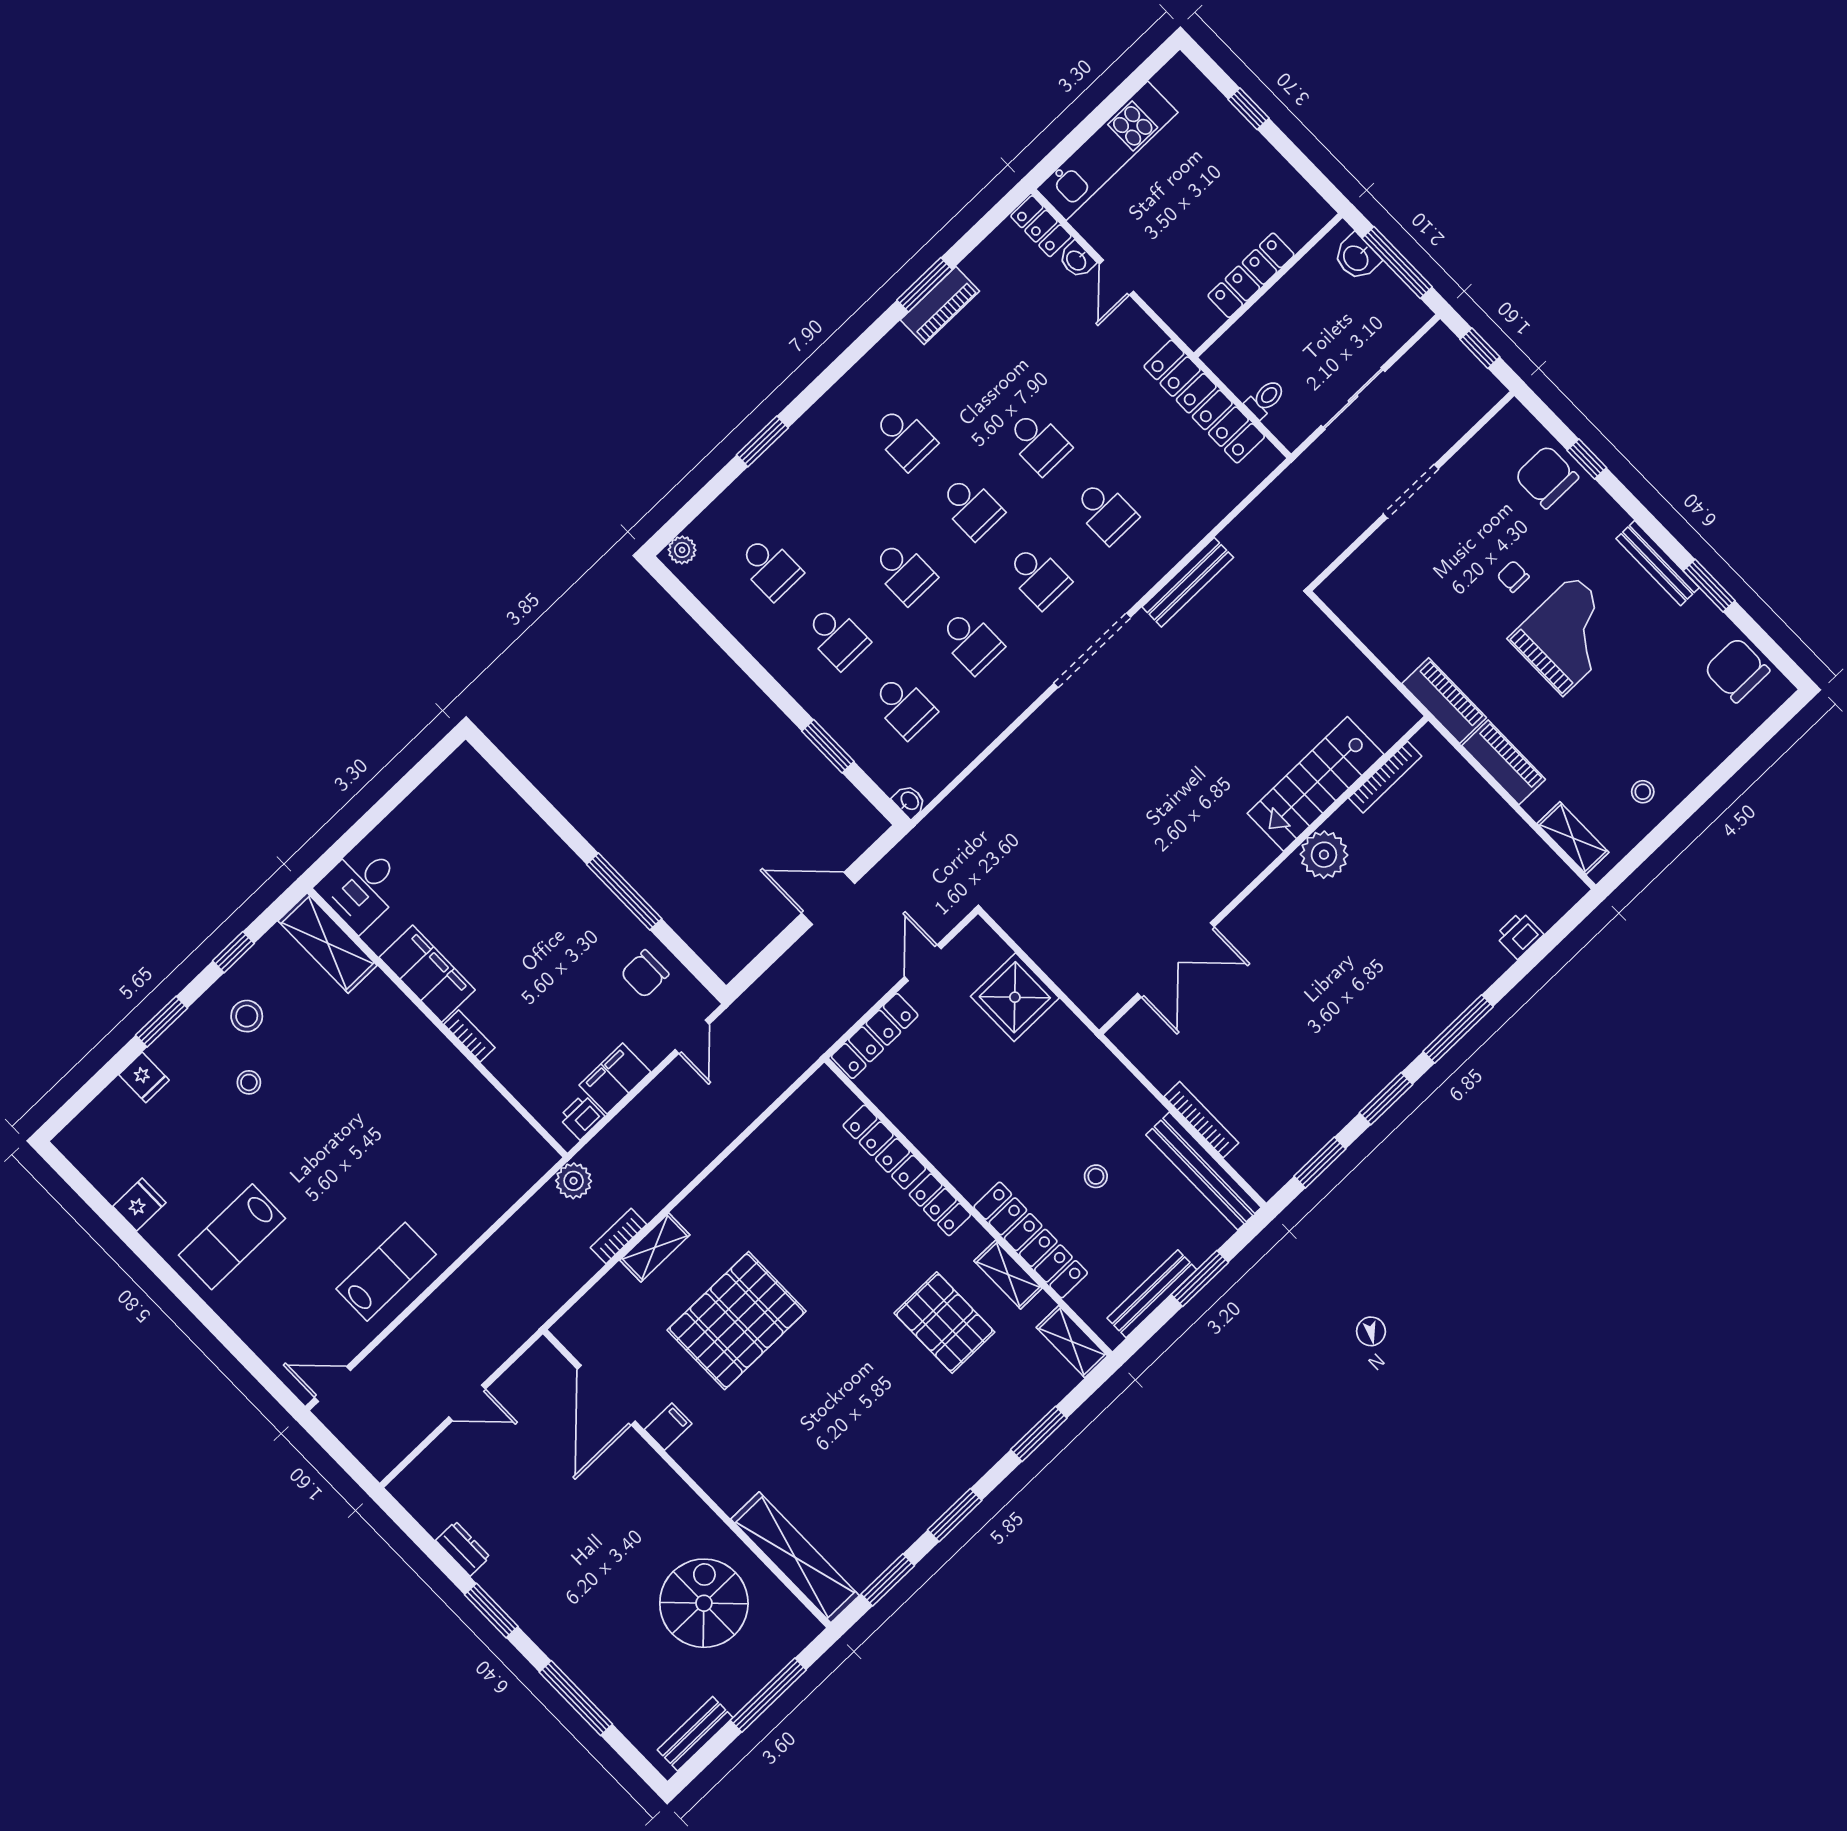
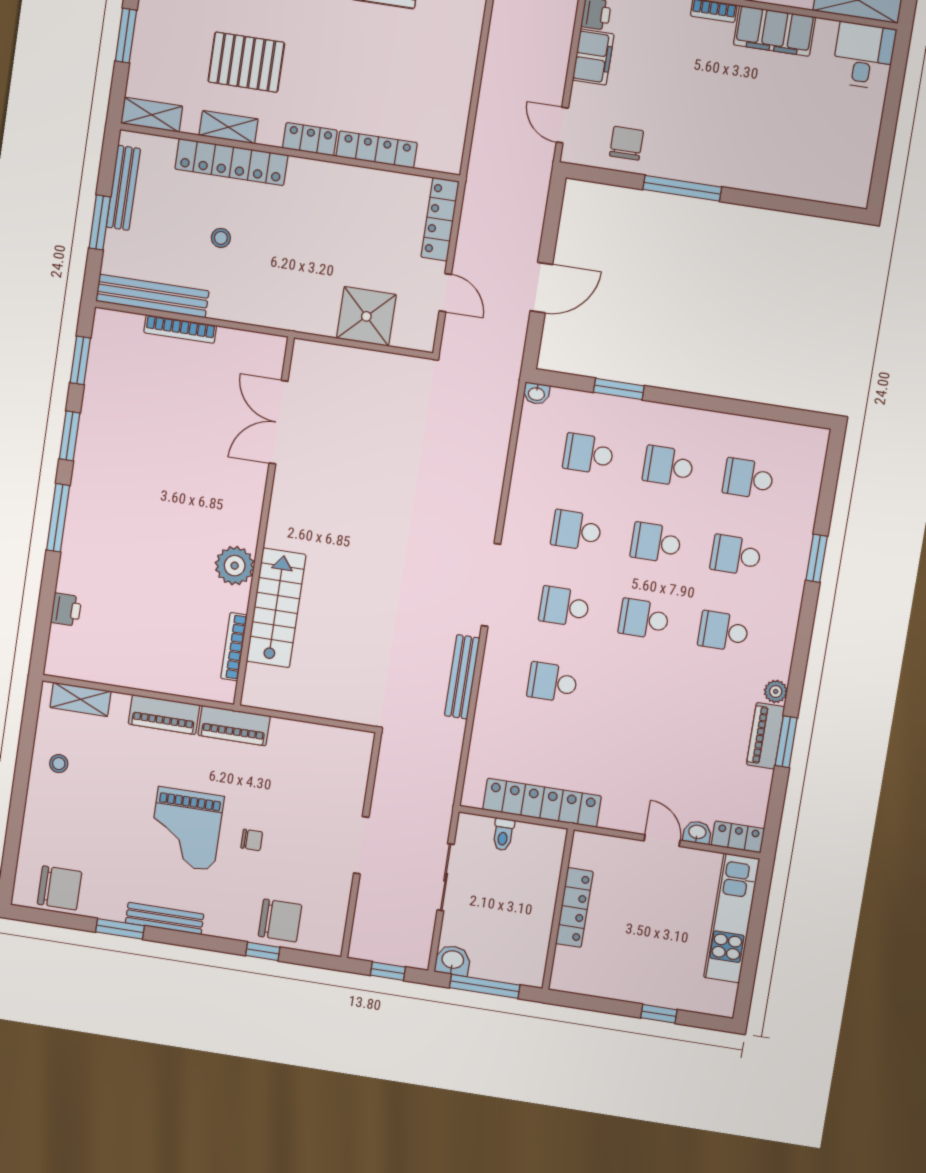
washbasin: (1357, 257) -> (453, 960), moved
school desk: (1038, 442) -> (736, 555), moved
plant: (682, 550) -> (776, 691), moved

